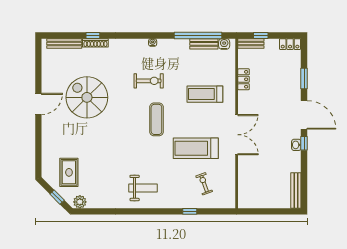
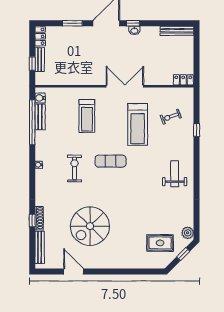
bench: (251, 43) -> (40, 60), moved
locker: (244, 79) -> (183, 80), moved
door: (38, 104) -> (74, 271), moved

